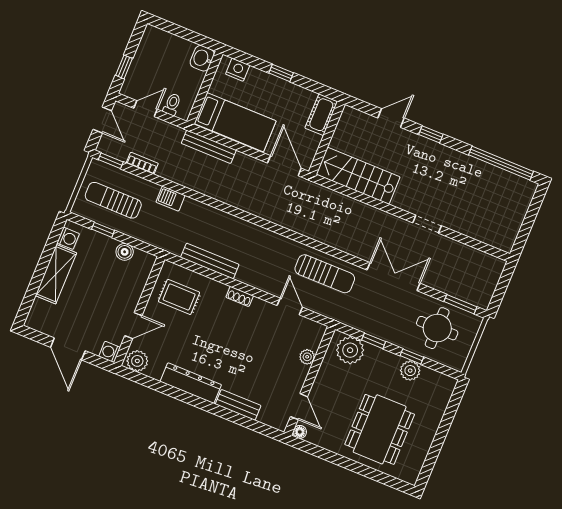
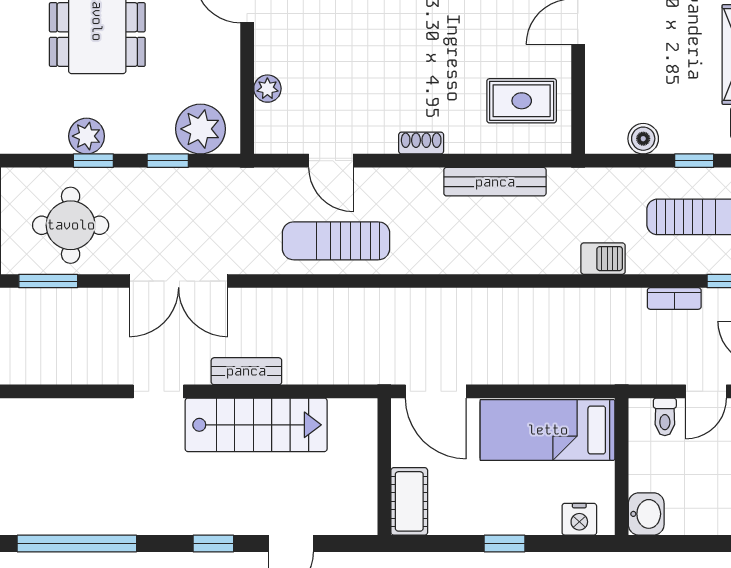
bench: (209, 147) -> (246, 371), moved, width x0.73
stairs: (358, 176) -> (256, 425), moved
sun lounger: (325, 274) -> (336, 241), moved

